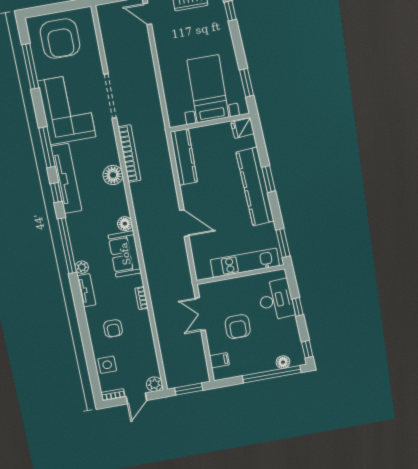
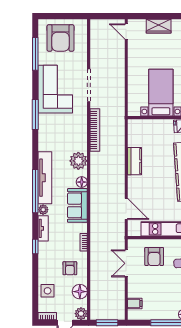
kitchen counter: (184, 157) -> (135, 161), moved, width x0.67
floor lamp: (113, 175) -> (80, 292), moved
tv unit: (66, 179) -> (45, 178), moved
window: (56, 193) -> (35, 247), moved
plant: (115, 197) -> (78, 161), added
door: (184, 223) -> (126, 209), moved
armchair: (238, 327) -> (154, 256), moved
armchair: (113, 328) -> (70, 268), moved

